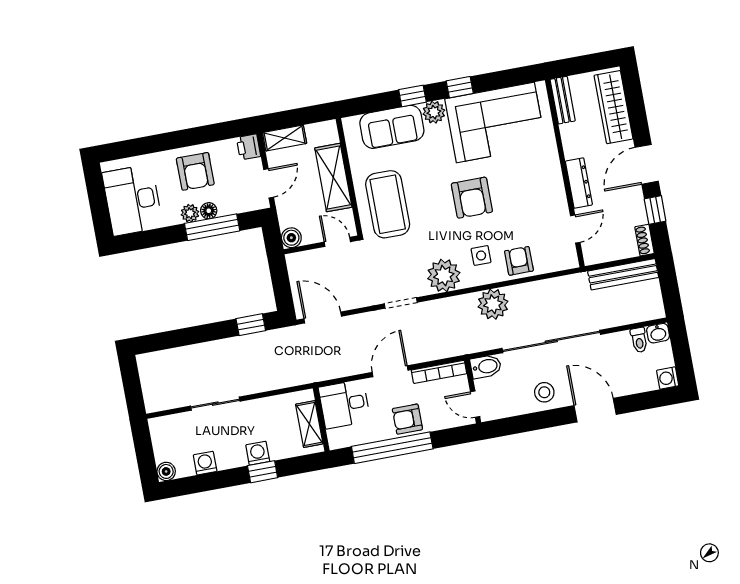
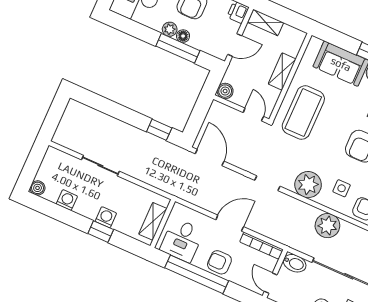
shelving: (333, 178) -> (282, 72), width x0.67, depth x0.75
desk: (344, 404) -> (182, 240), moved, turned -90

